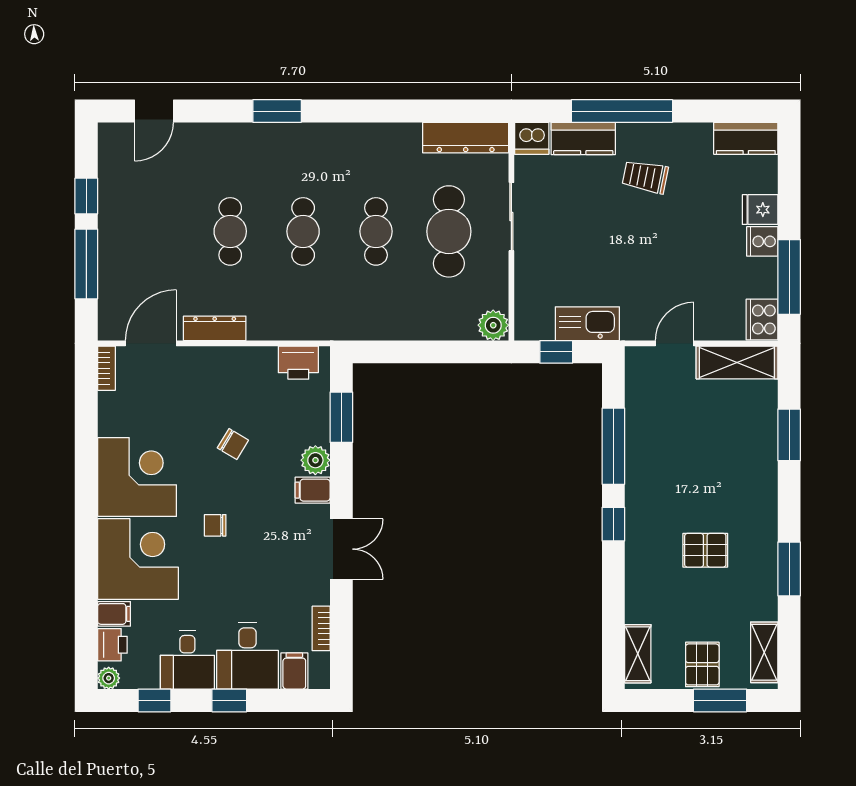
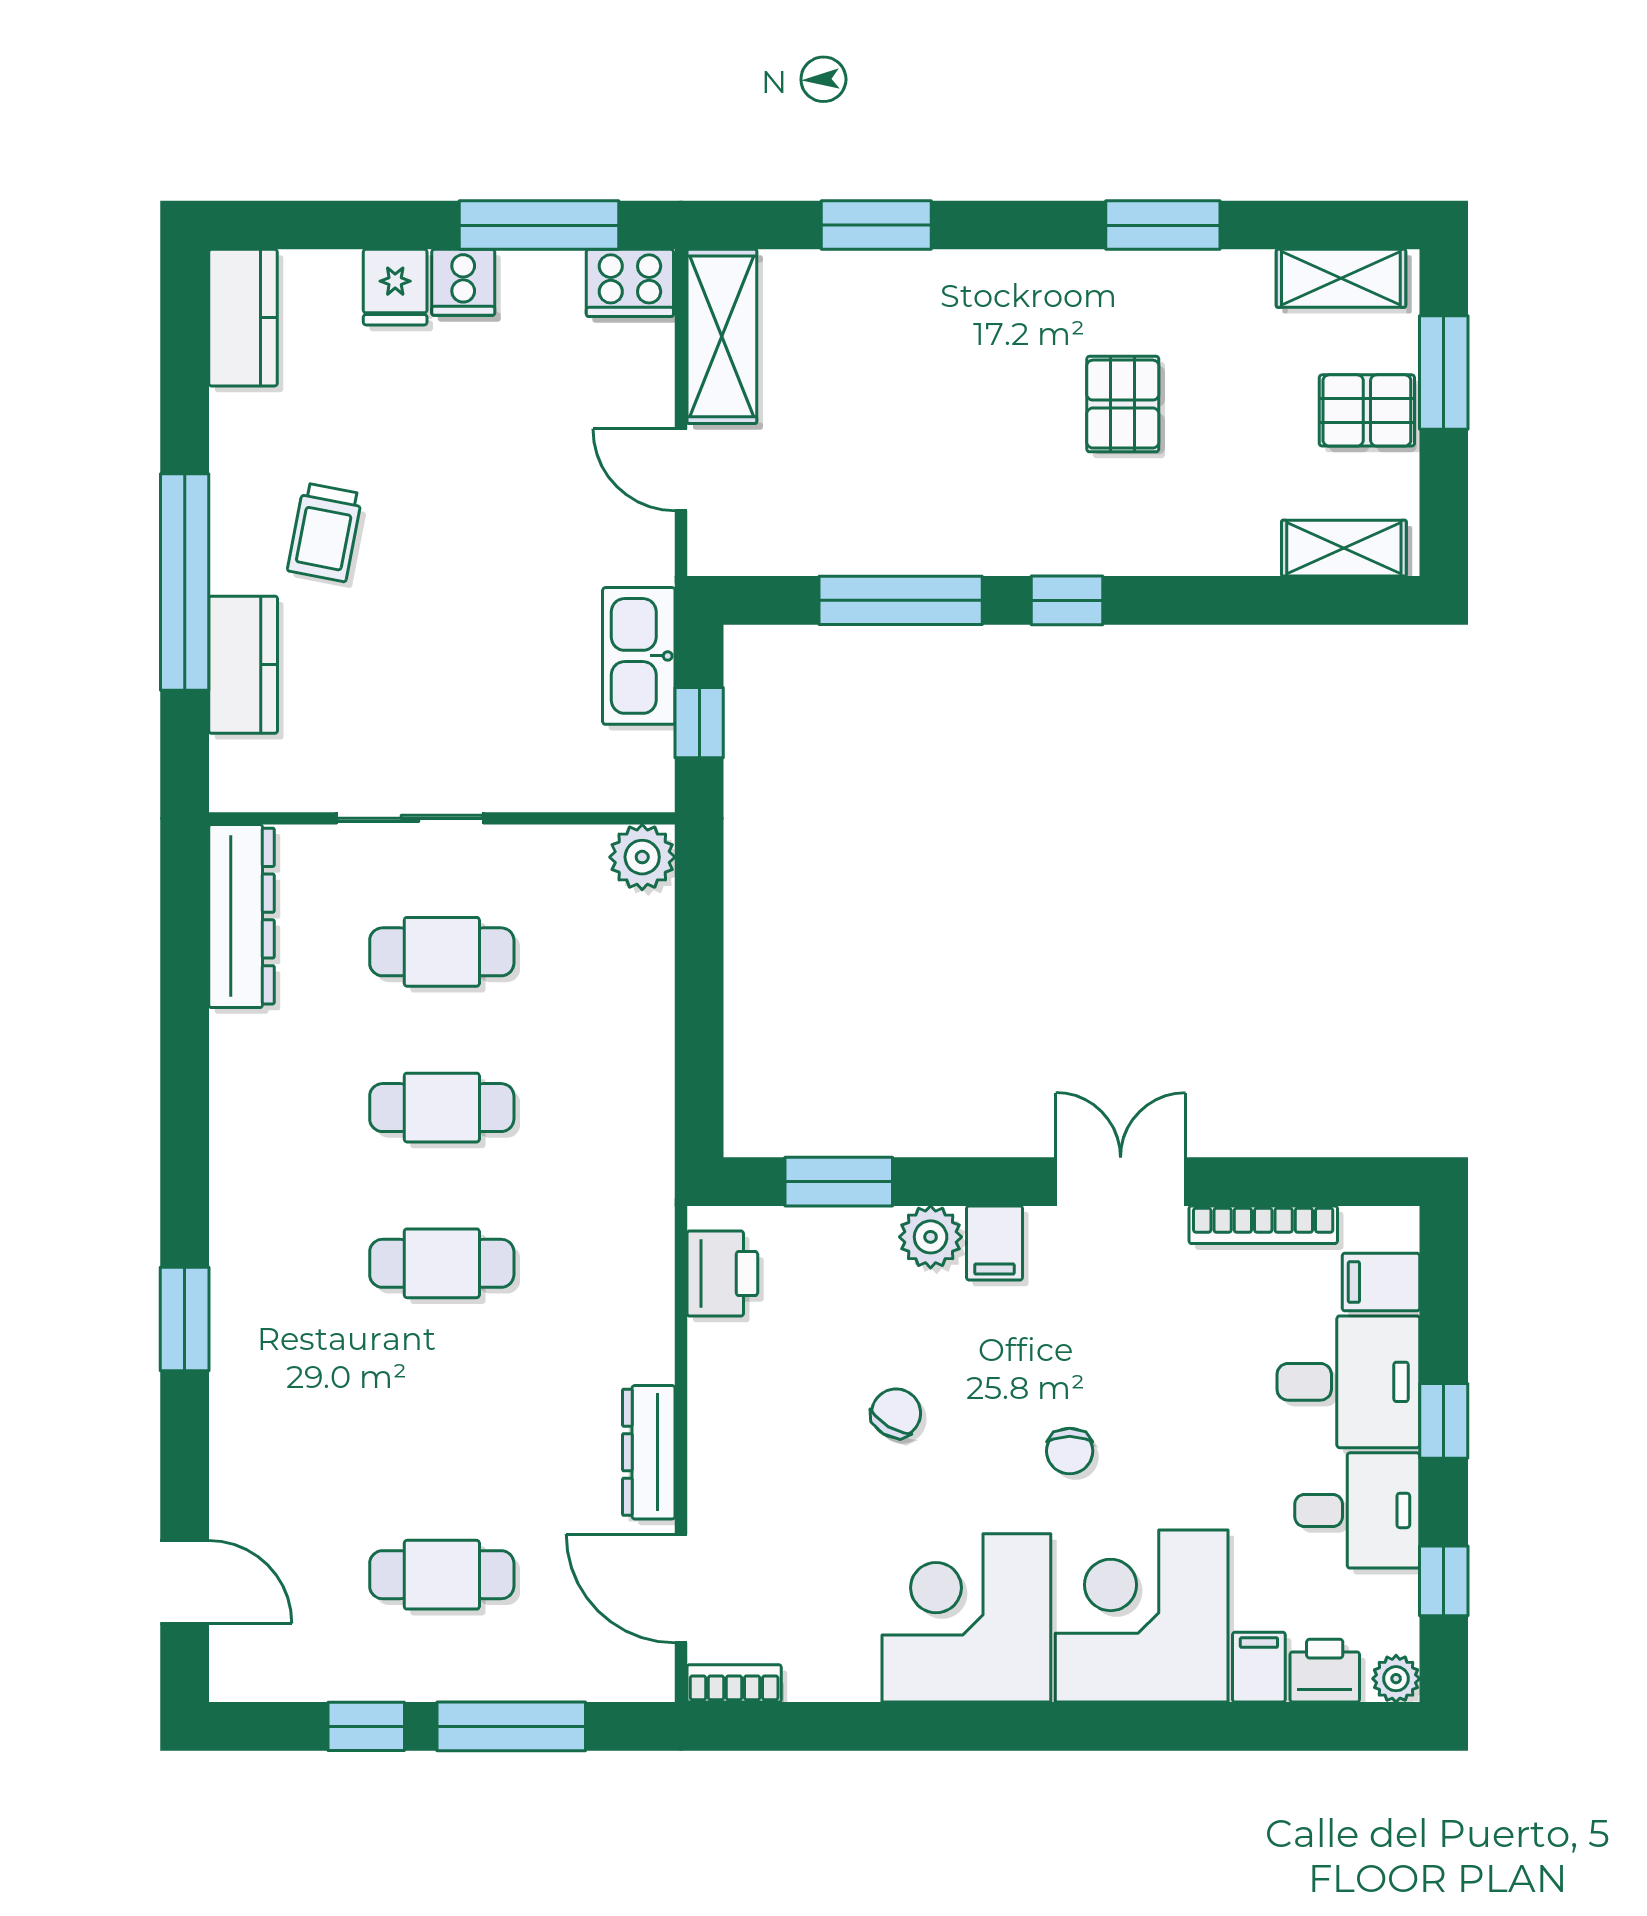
dishwasher: (532, 138) -> (243, 775), removed
cafe table: (230, 231) -> (442, 1575), moved
cafe table: (449, 231) -> (442, 952), width x0.73, depth x0.74
bookcase: (321, 628) -> (1263, 1225), width x1.56

